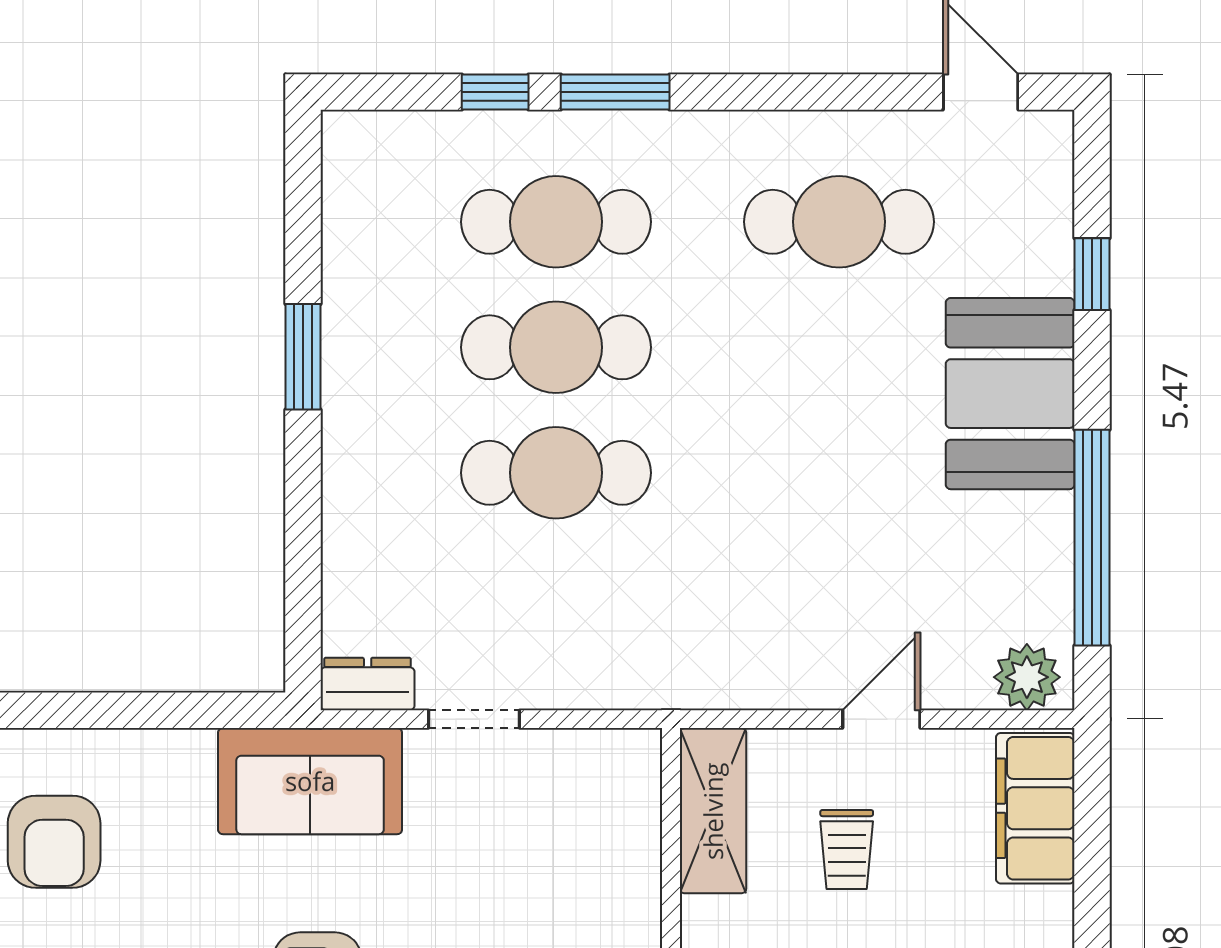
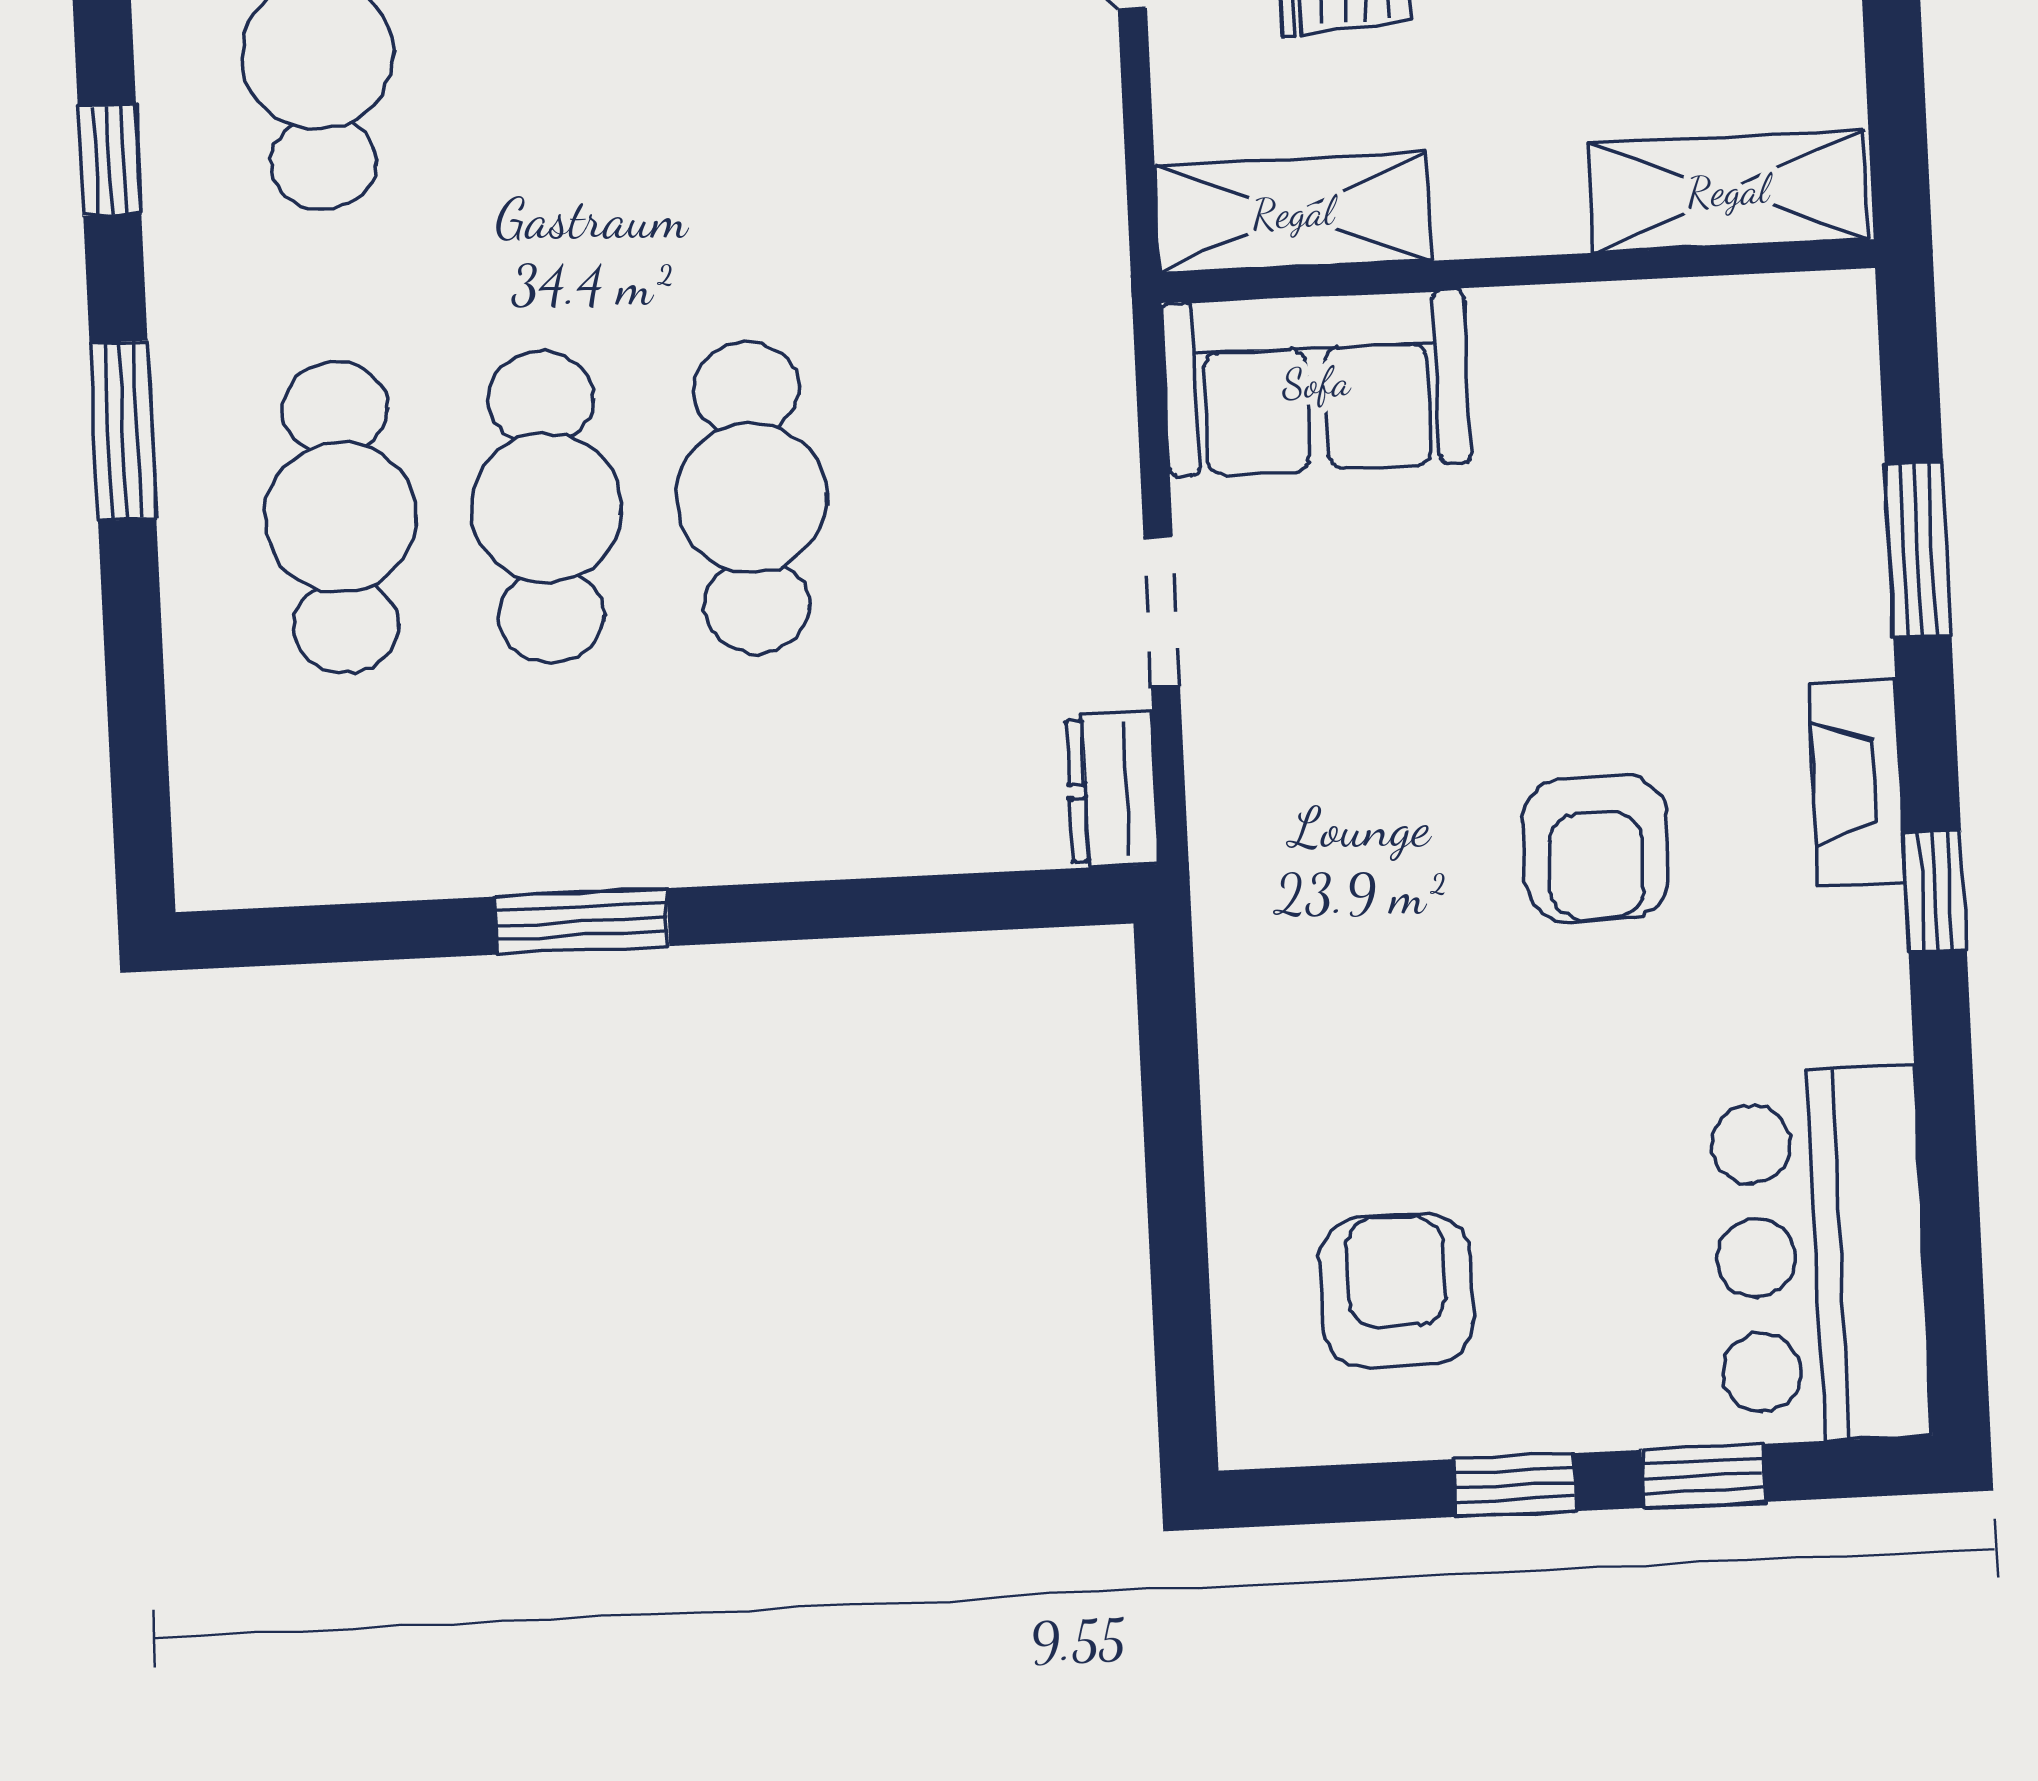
window: (495, 92) -> (110, 160), moved
sofa: (310, 781) -> (1316, 383), moved, turned 90
armchair: (54, 842) -> (1397, 1290), turned -90

